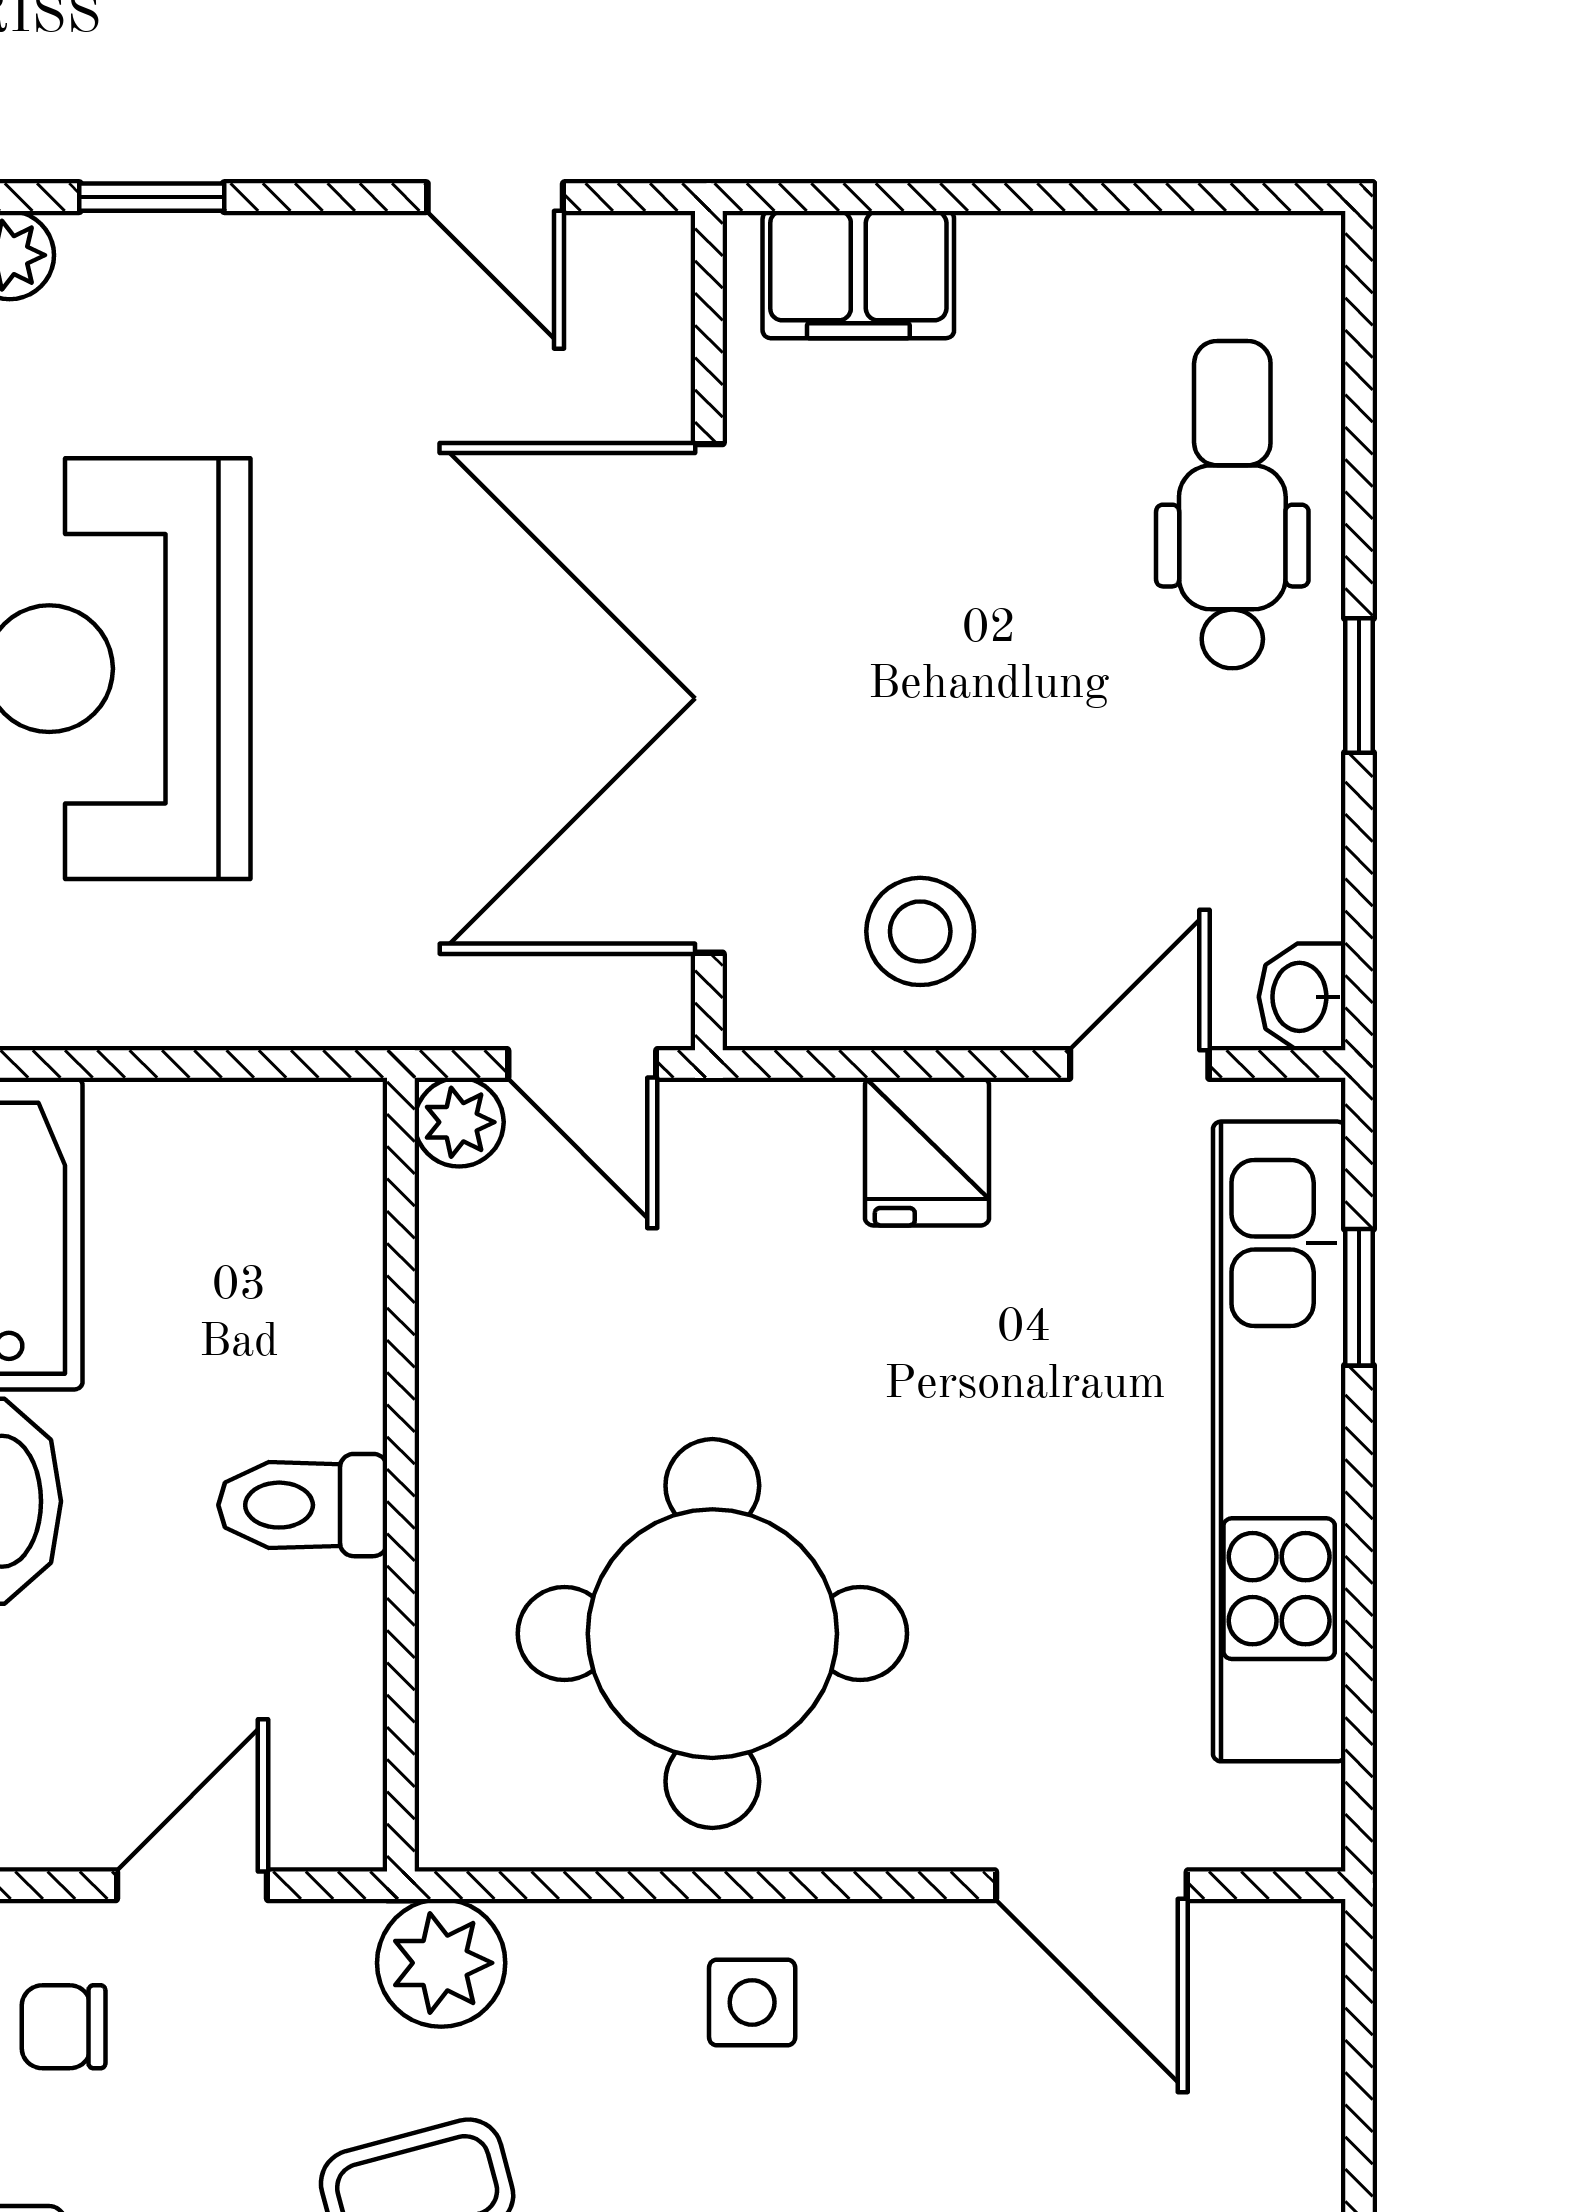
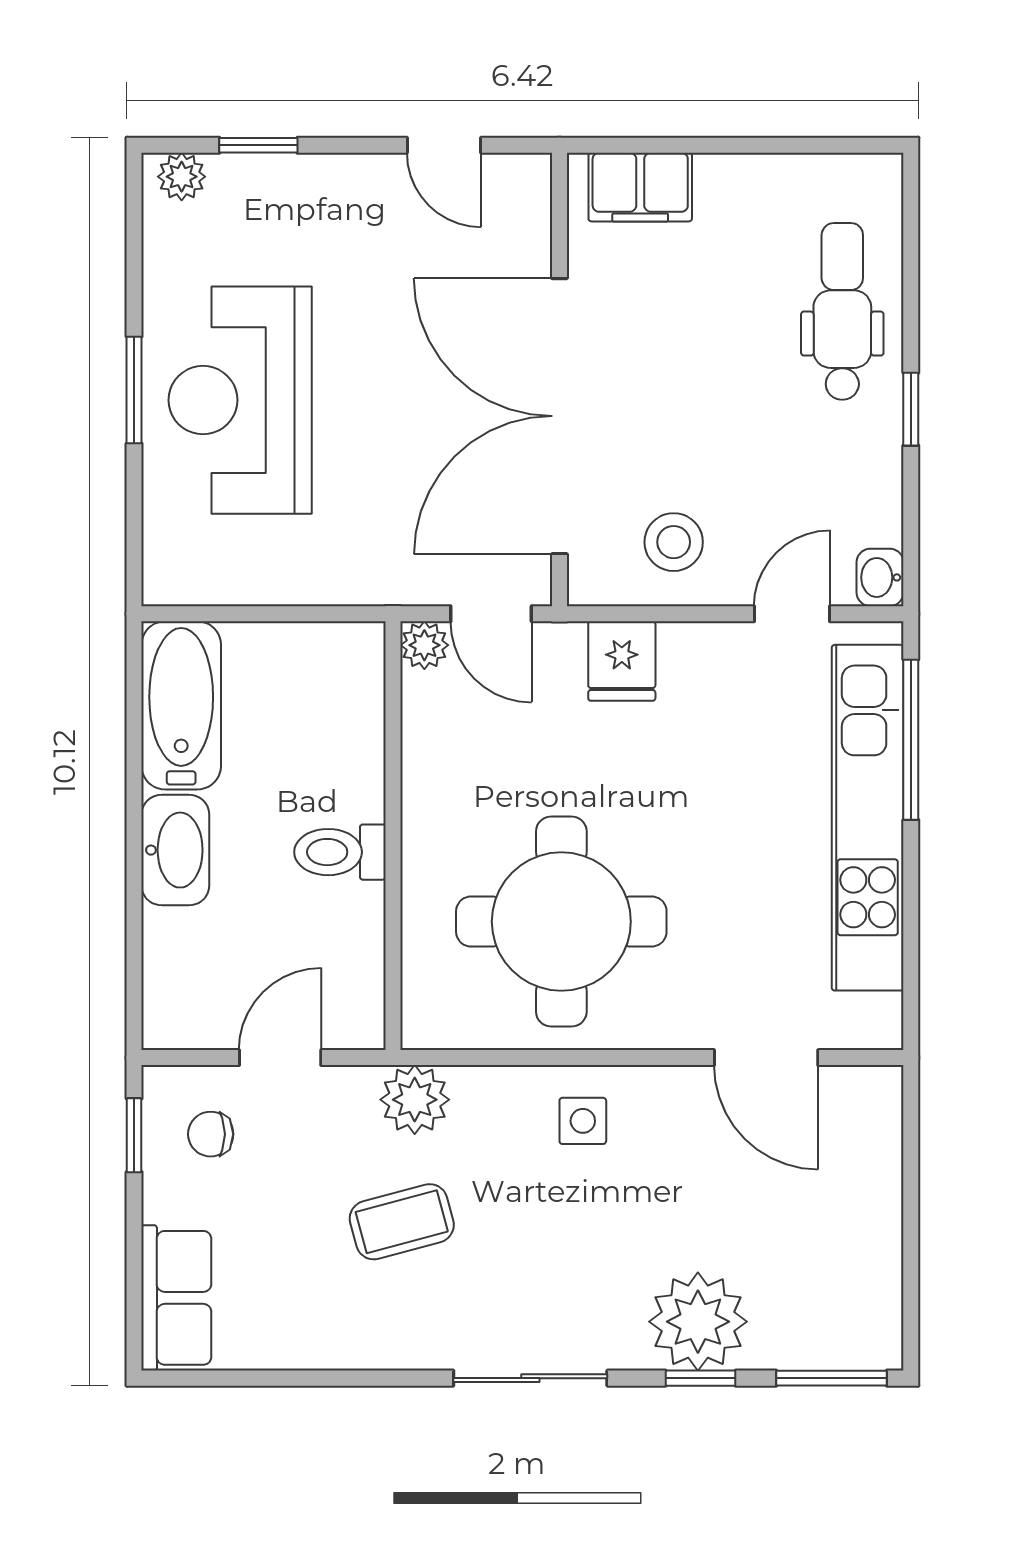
fridge: (927, 1152) -> (622, 661), moved
window: (1359, 1297) -> (911, 740), width x2.17

